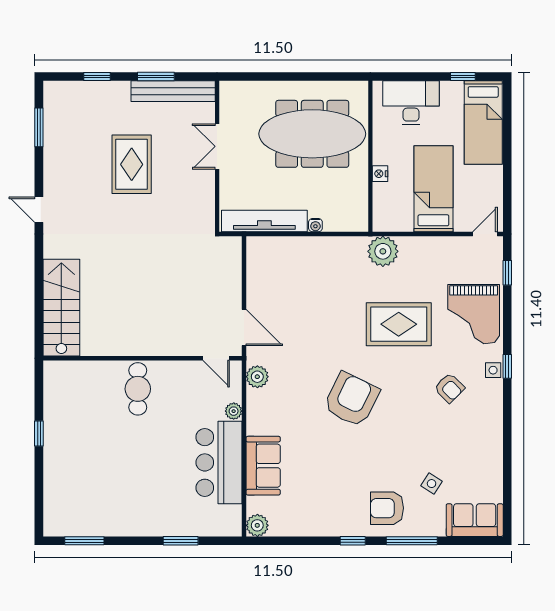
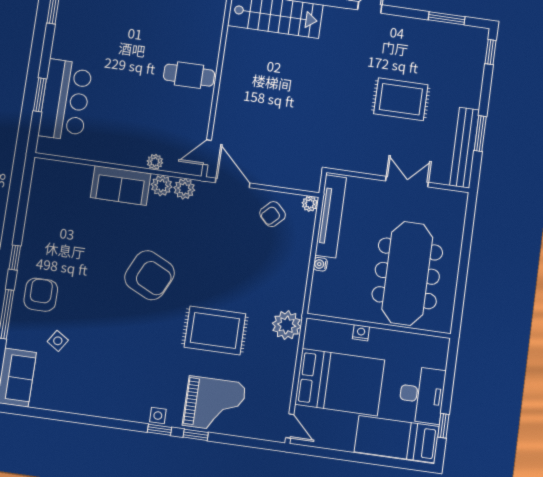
window: (97, 77) -> (491, 52), moved
desk: (411, 103) -> (422, 395), moved
bed: (433, 189) -> (340, 382), width x1.50
plant: (254, 244) -> (310, 204), added
window: (507, 273) -> (196, 435), moved
grand piano: (474, 314) -> (214, 404), turned 180
rug: (399, 324) -> (215, 331), turned 90
door: (244, 328) -> (233, 183), swing flipped
armchair: (449, 388) -> (273, 214), moved
bar counter: (219, 462) -> (65, 100), moved, turned 90
sofa: (263, 466) -> (121, 186), moved
plant: (257, 525) -> (162, 186), moved

